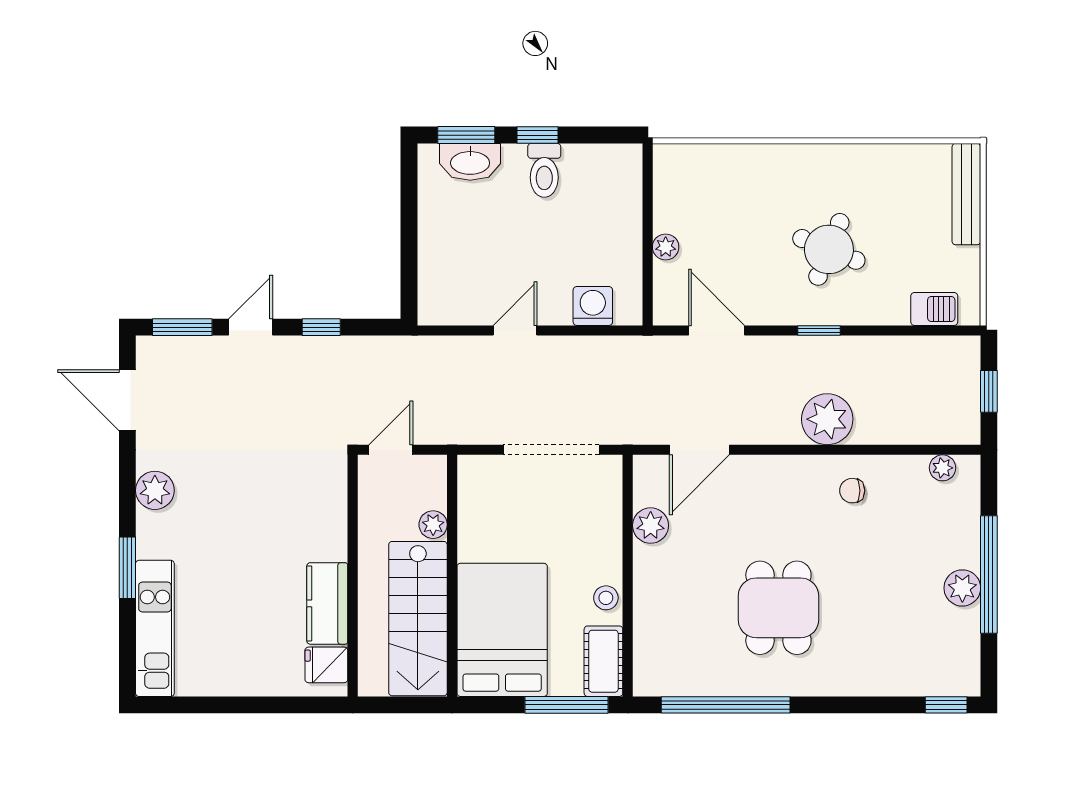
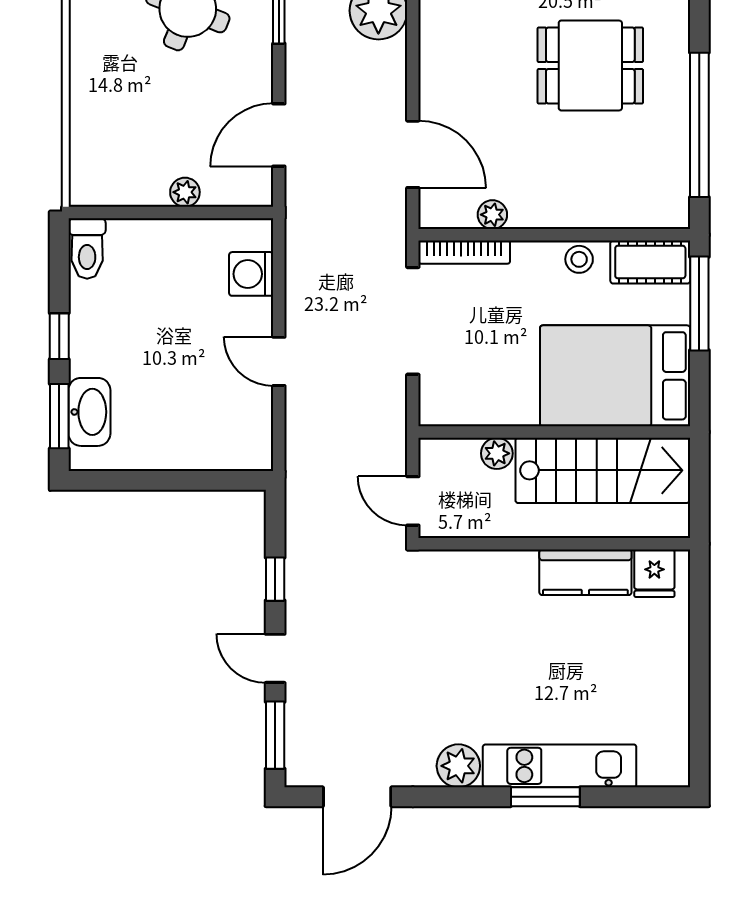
toilet: (544, 170) -> (87, 249), moved, turned 90
bookcase: (612, 496) -> (464, 252), added
plant: (651, 526) -> (492, 215), width x0.73, depth x0.73
kitchen unit: (155, 628) -> (560, 766), moved

